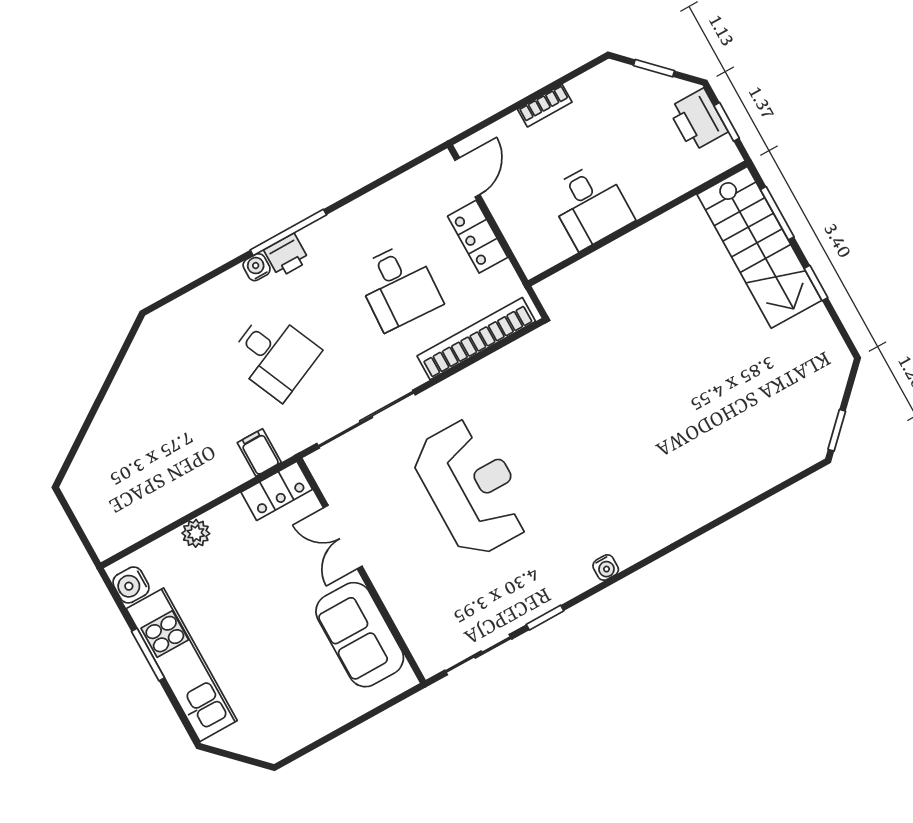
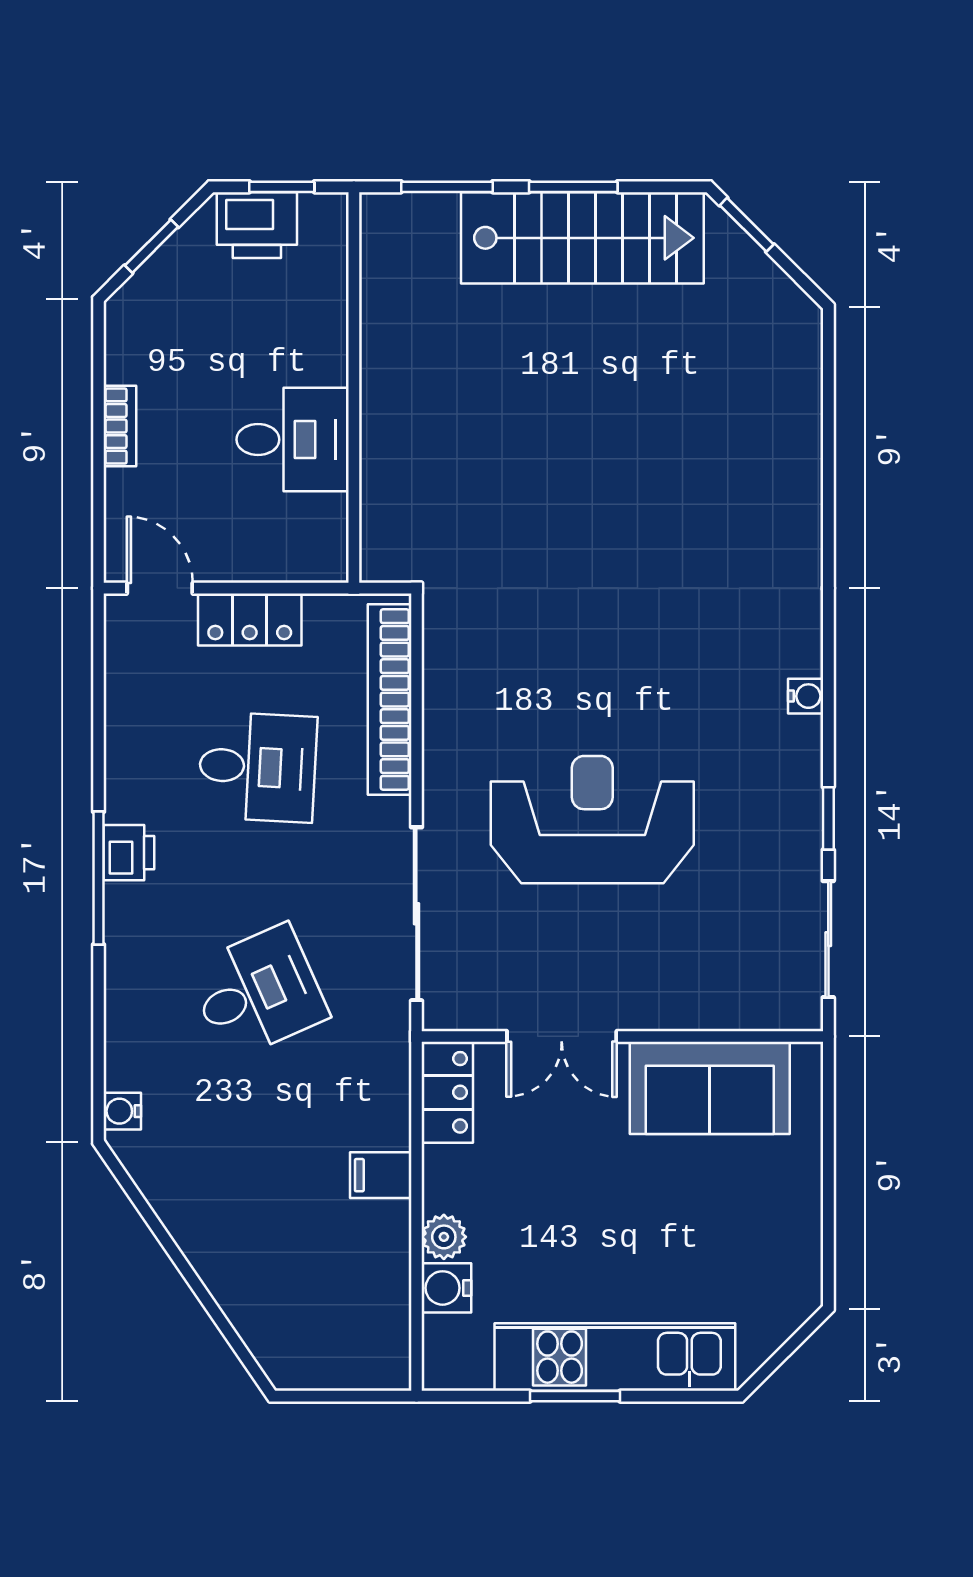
stairs: (759, 247) -> (582, 238), moved
printer: (287, 255) -> (129, 853), moved
water cooler: (257, 267) -> (122, 1111), moved
window: (816, 283) -> (573, 187), width x1.50
window: (837, 430) -> (747, 225), moved
filing cabinet: (259, 452) -> (381, 1175), moved
water cooler: (131, 585) -> (446, 1288), moved, turned 90

